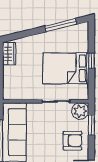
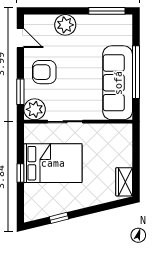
window: (61, 25) -> (59, 218), width x0.46

